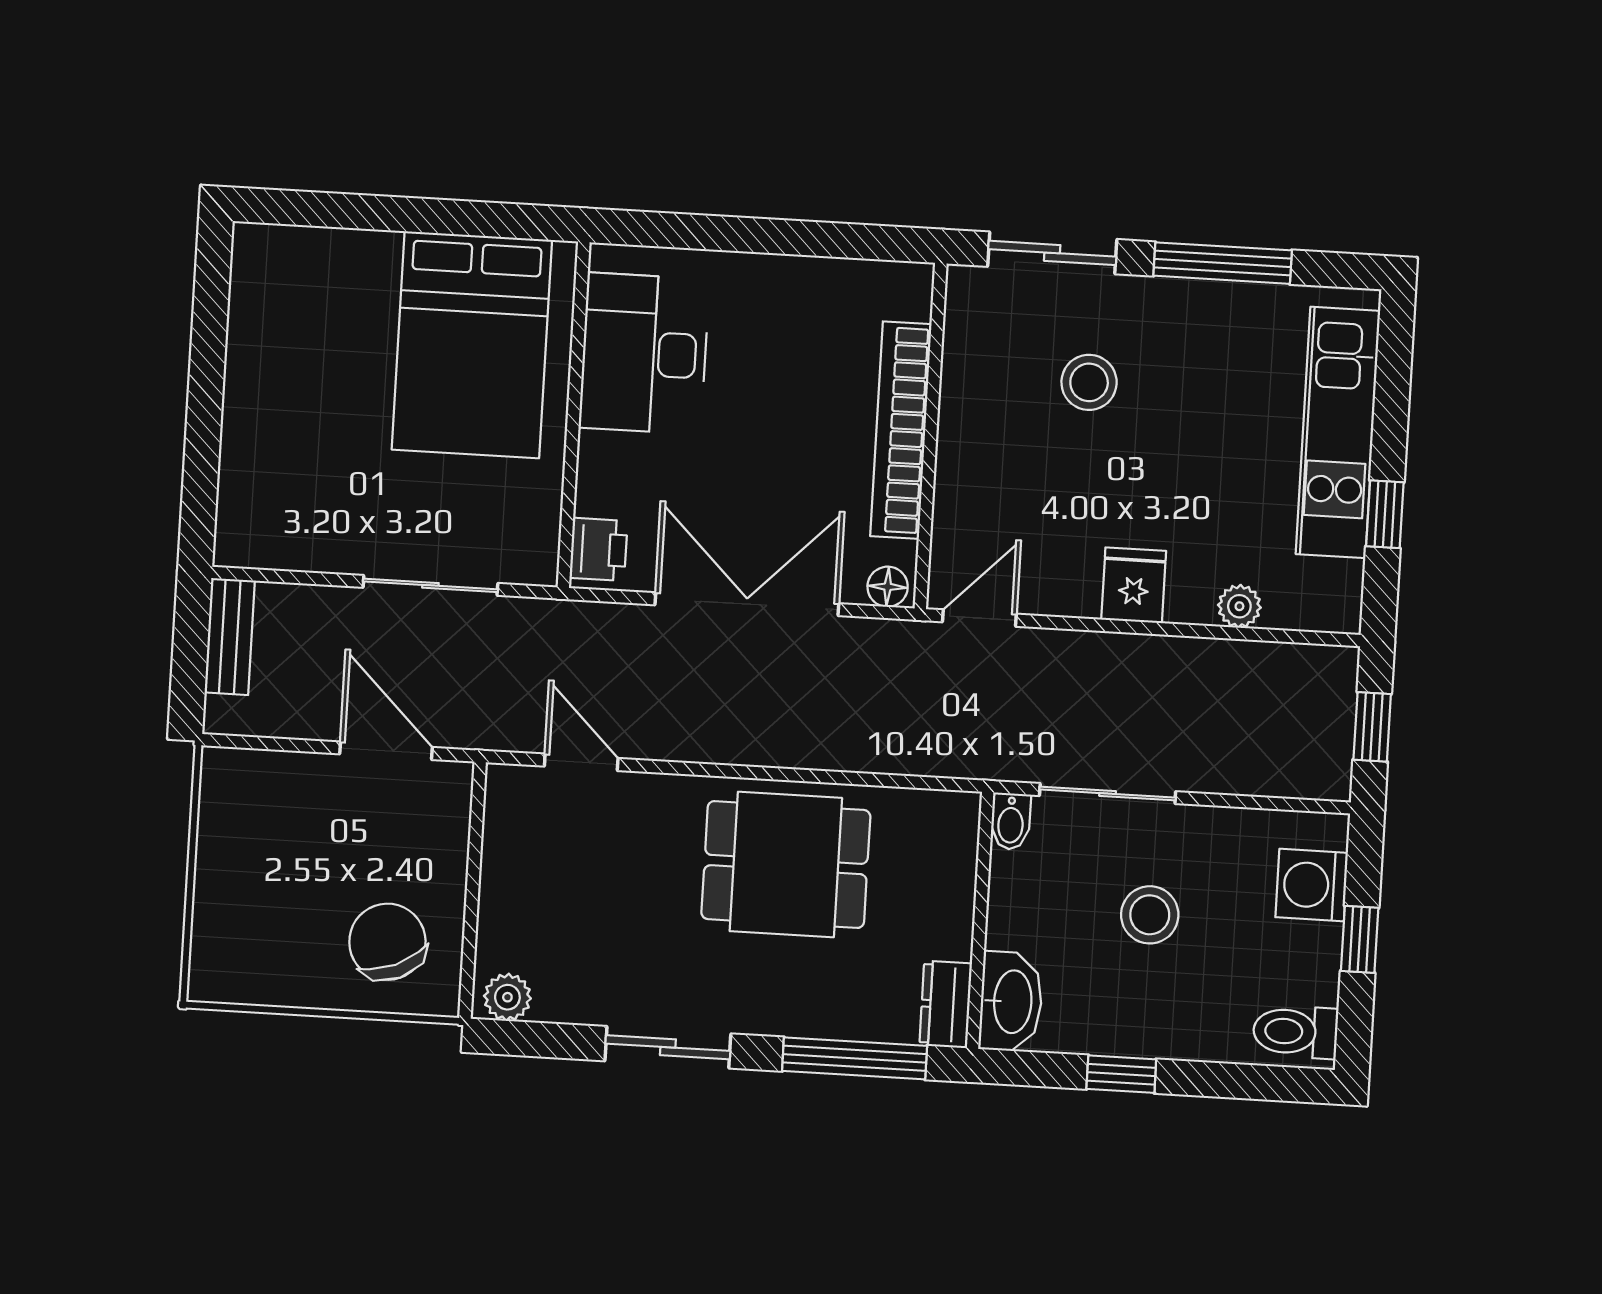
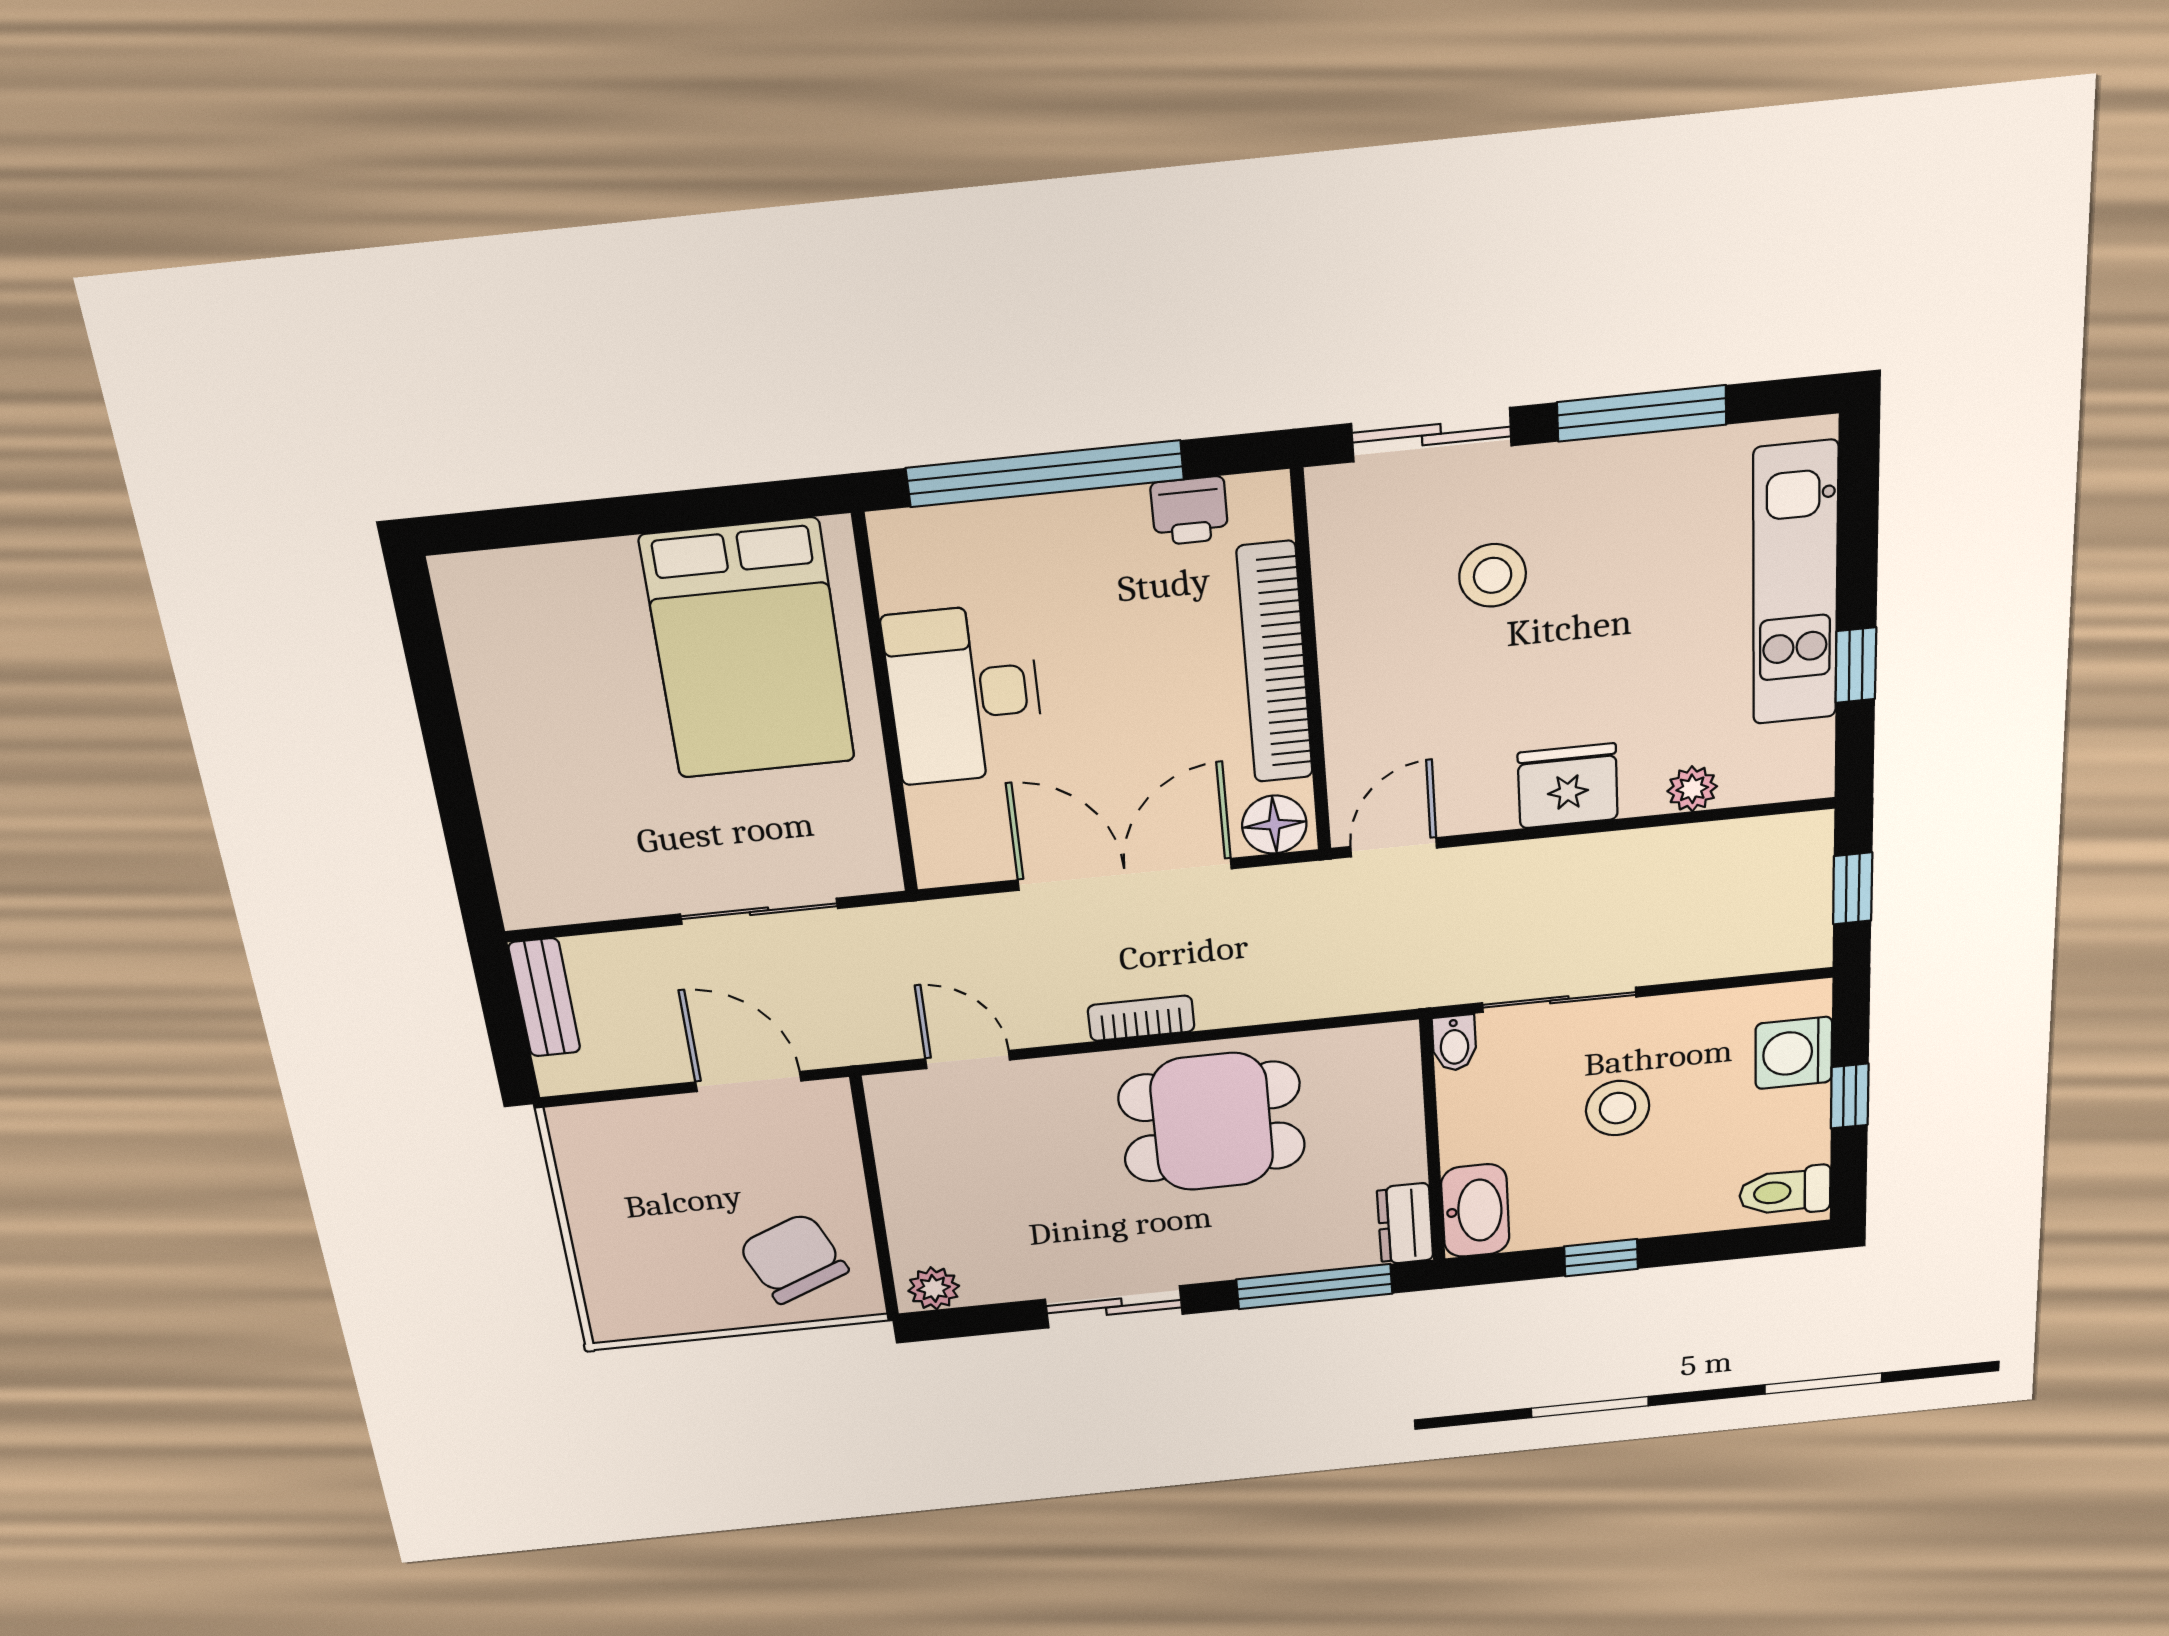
window: (739, 234) -> (1045, 474), added
desk: (644, 353) -> (964, 694), moved
printer: (599, 549) -> (1190, 511), moved, turned 90
fridge: (1134, 585) -> (1568, 786), width x1.38
floor lamp: (888, 587) -> (1274, 825), width x1.37, depth x1.37
bookcase: (739, 748) -> (1141, 1018), added

